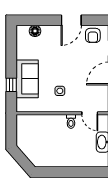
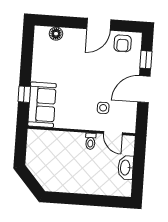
sofa: (27, 79) -> (42, 105), moved
side table: (60, 91) -> (103, 108), moved

